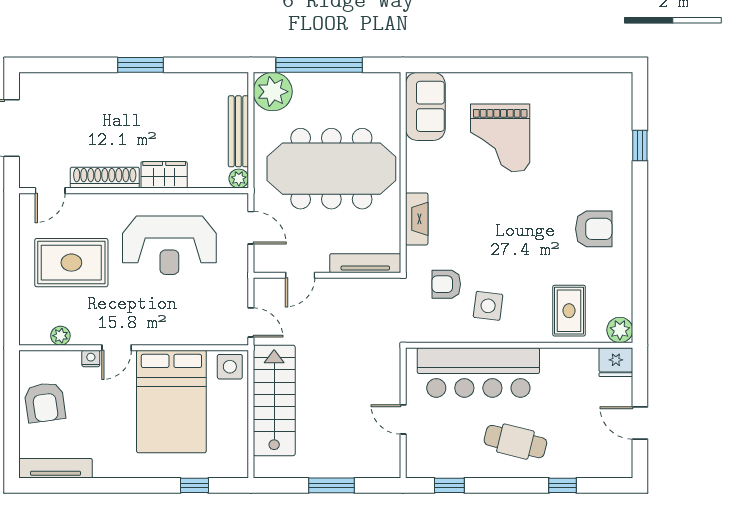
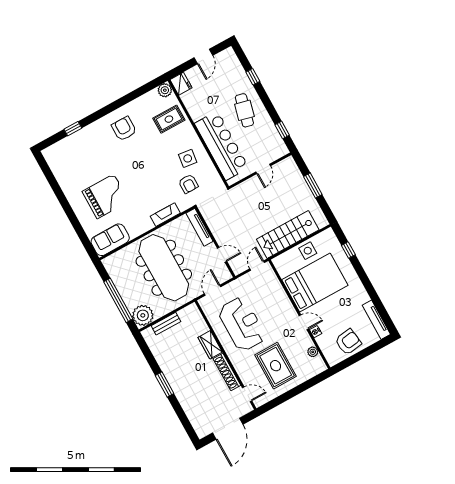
bench: (238, 131) -> (166, 324), width x0.73
plant: (239, 179) -> (193, 309), removed
side table: (230, 367) -> (308, 251), moved

